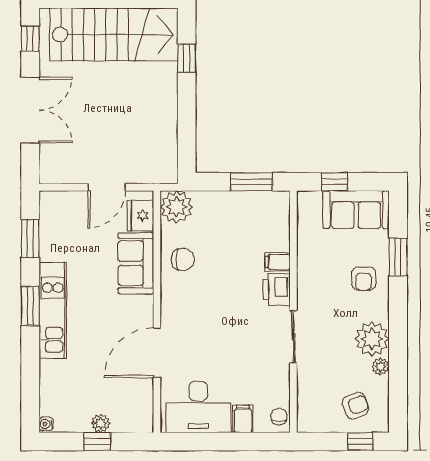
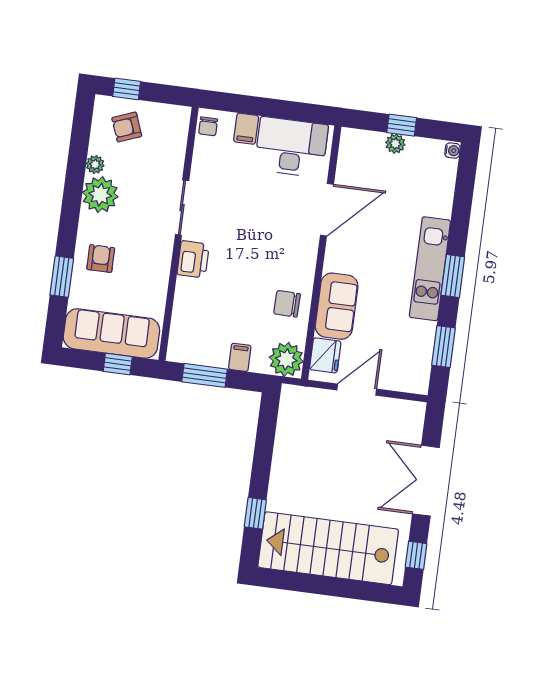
sofa: (356, 210) -> (111, 333), width x1.36
filing cabinet: (278, 262) -> (240, 357), moved, turned -90

